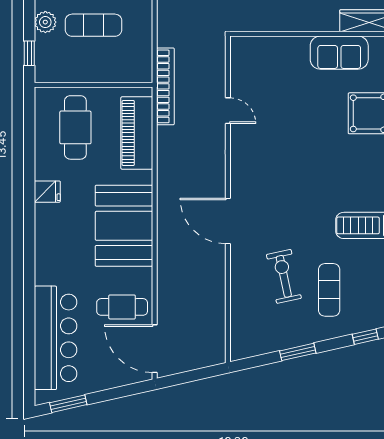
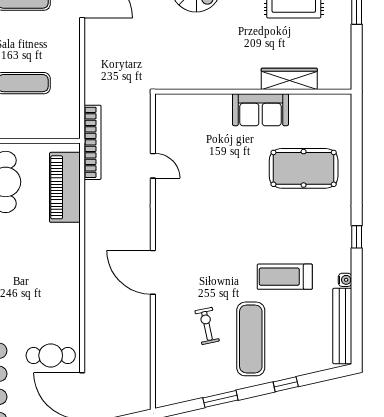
booth: (124, 226) -> (53, 277), removed
exercise bike: (284, 276) -> (207, 326), width x0.73, depth x0.72
exercise mat: (329, 290) -> (251, 339), width x1.36, depth x1.45

